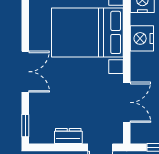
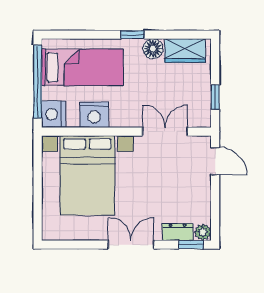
plant: (36, 136) -> (203, 232), added
dresser: (68, 136) -> (178, 232), moved, turned 90

